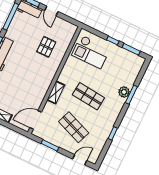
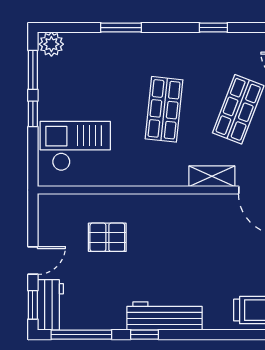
checkout: (91, 52) -> (75, 146), turned -90
shelving: (56, 92) -> (212, 176), moved
plant: (124, 92) -> (51, 44), moved

